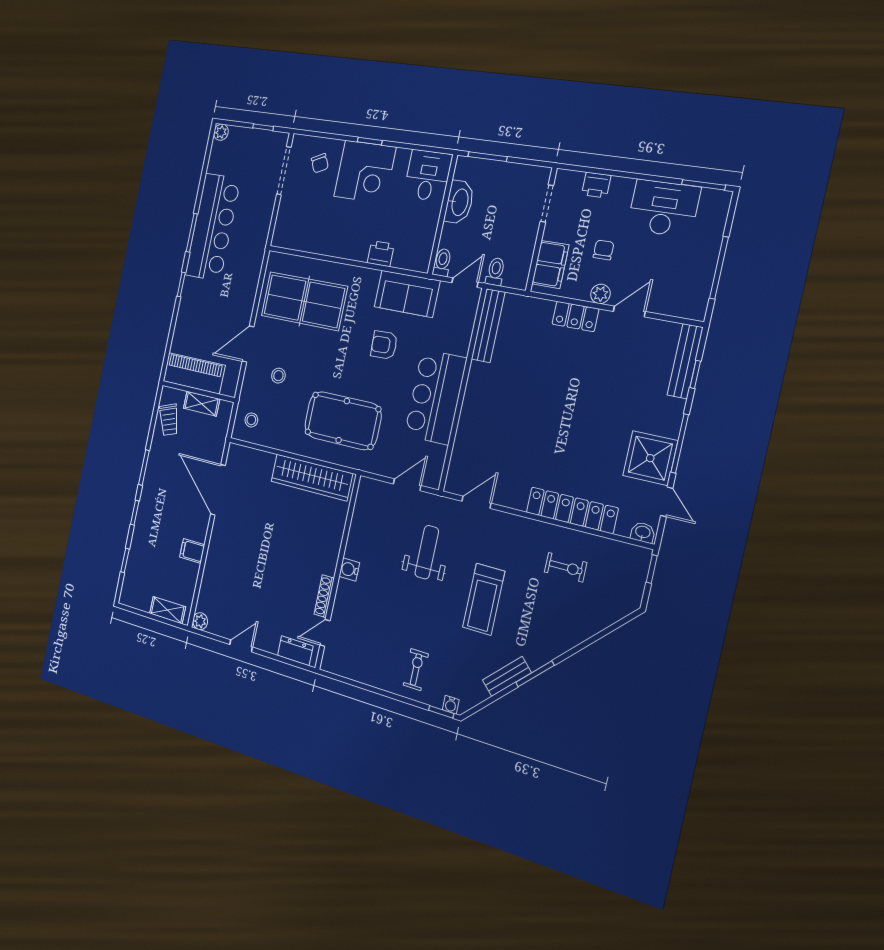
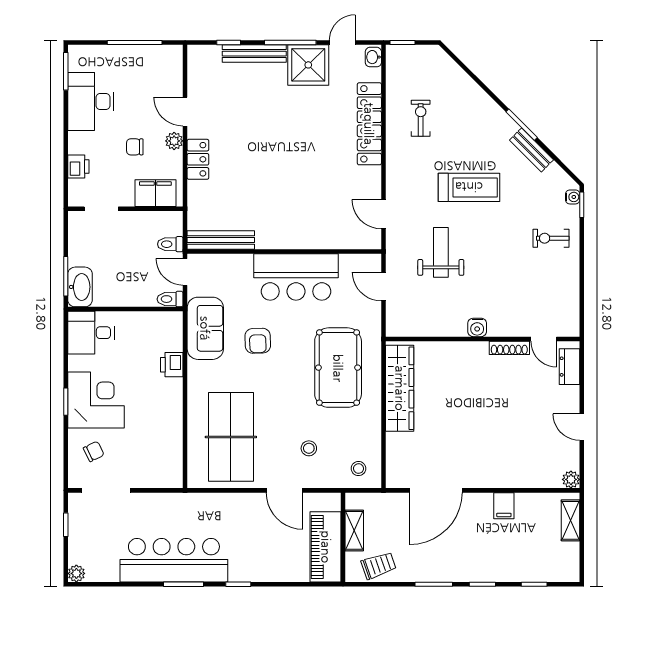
washbasin: (459, 202) -> (80, 287), moved, turned 90
bench: (685, 361) -> (254, 54), moved
weight bench: (427, 552) -> (441, 252), turned 90

